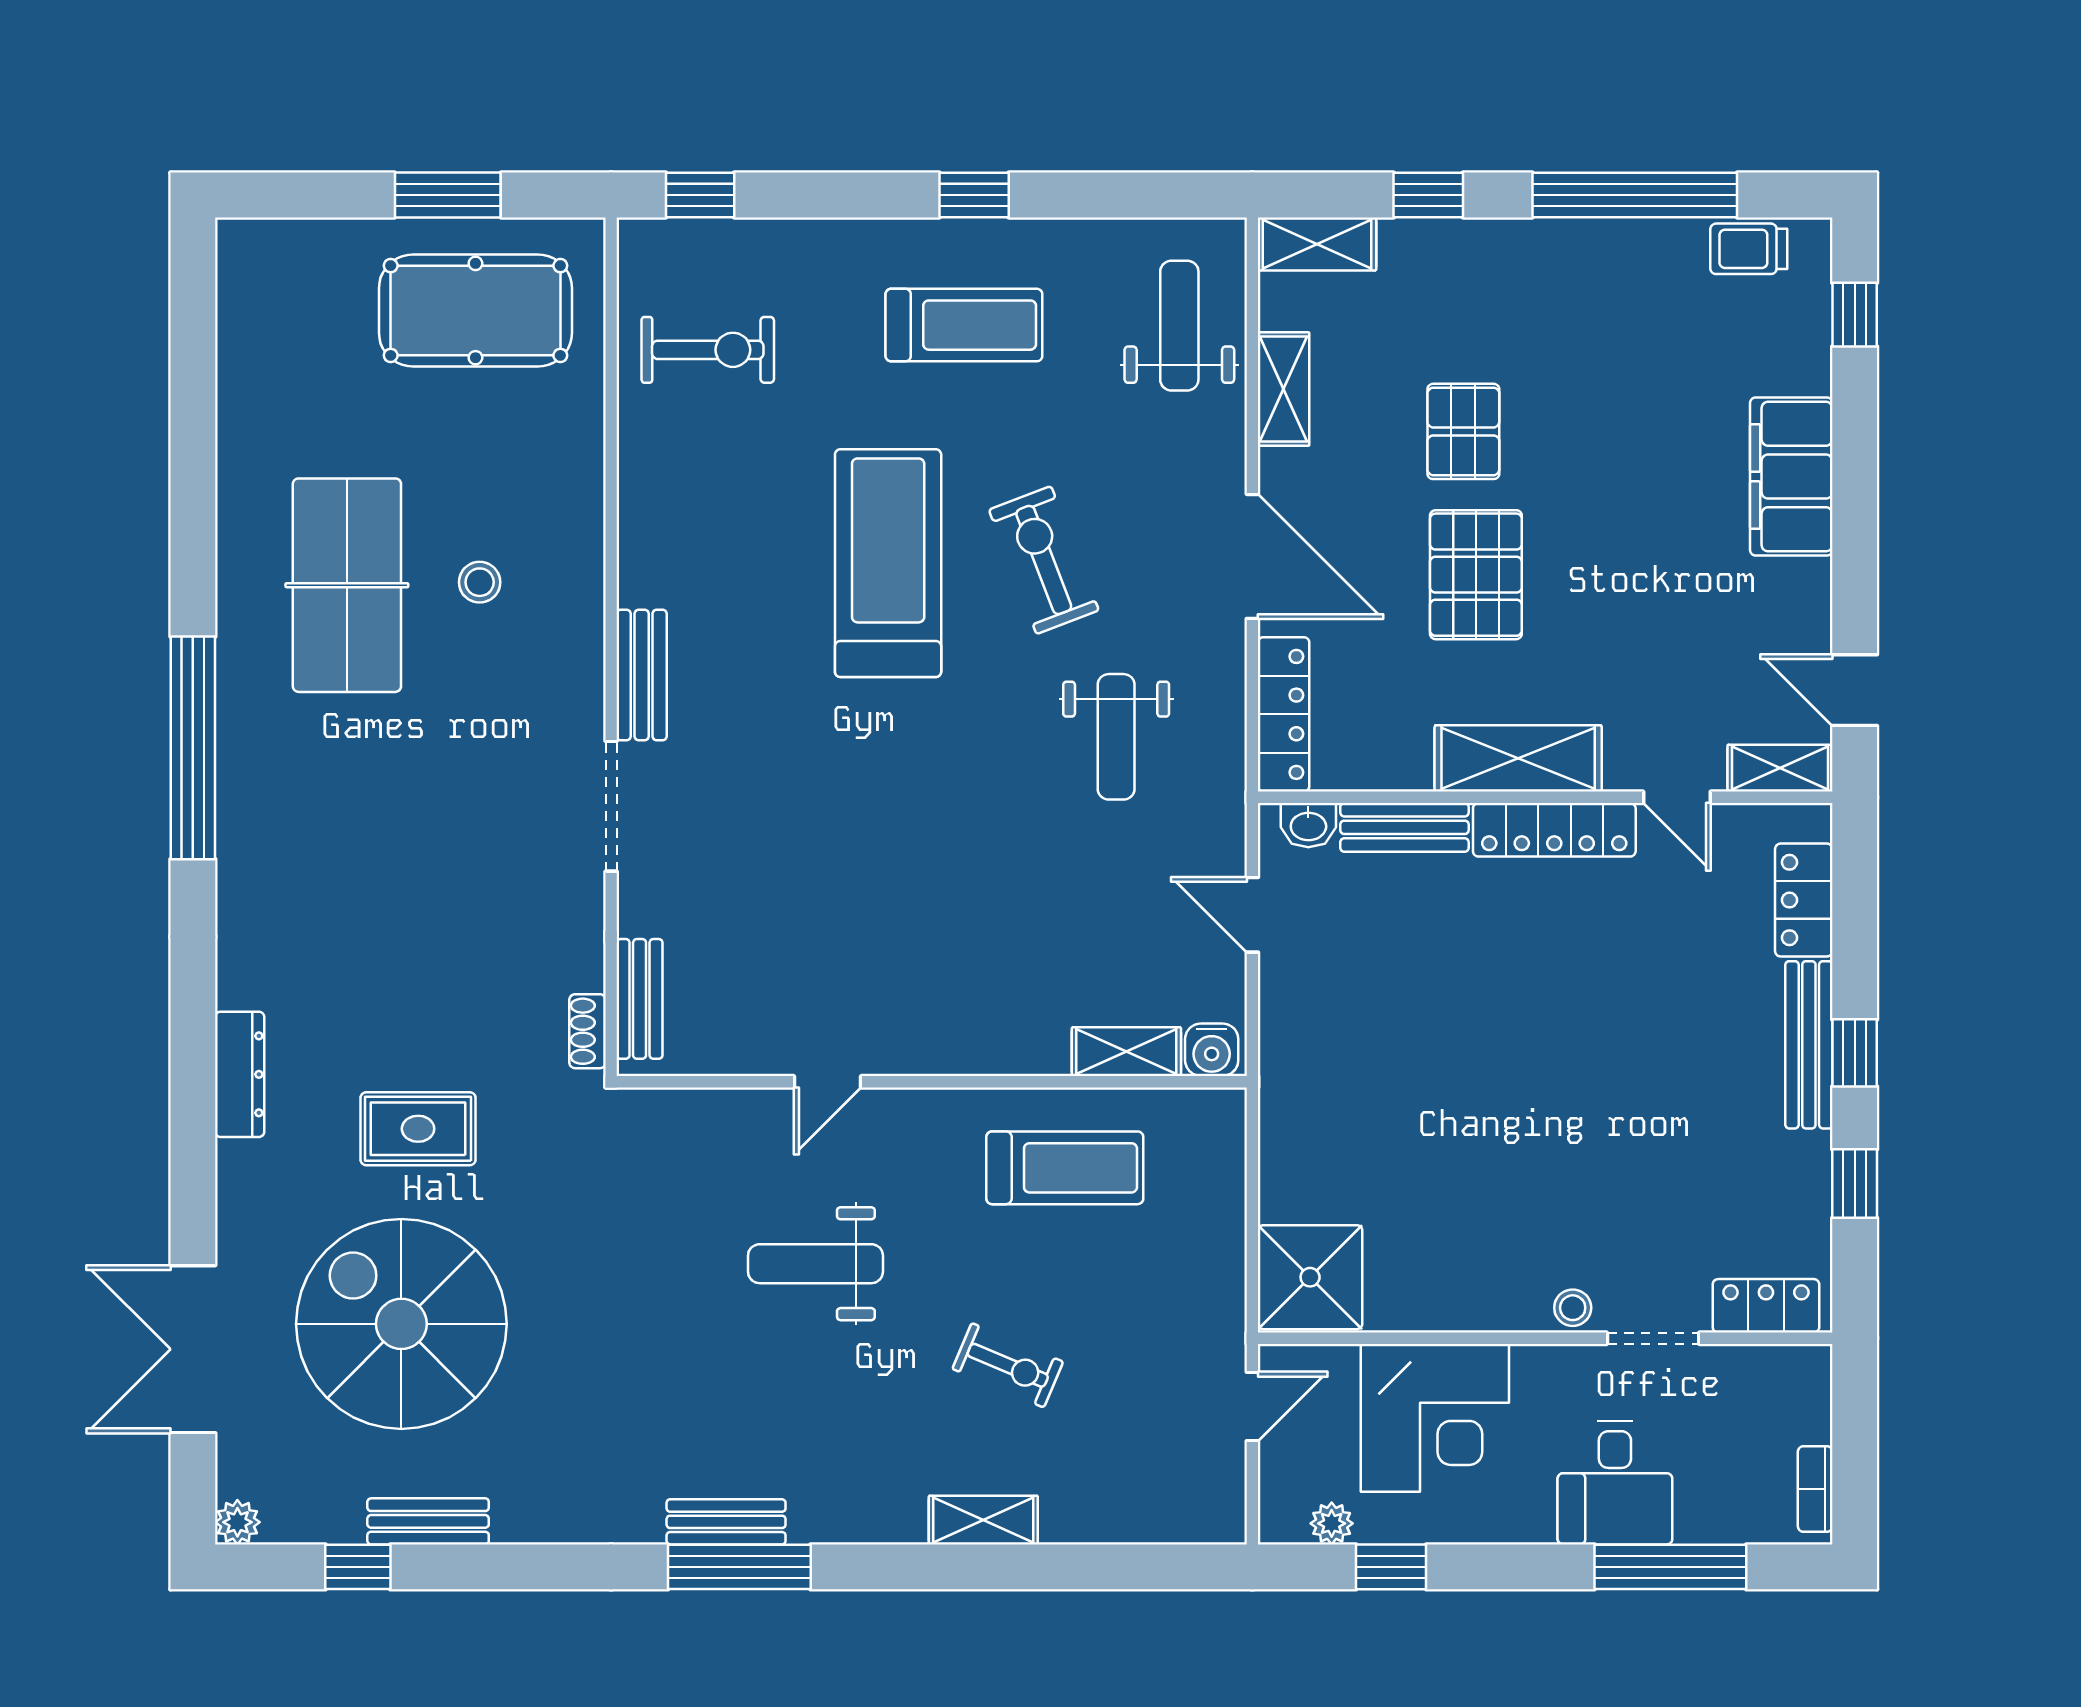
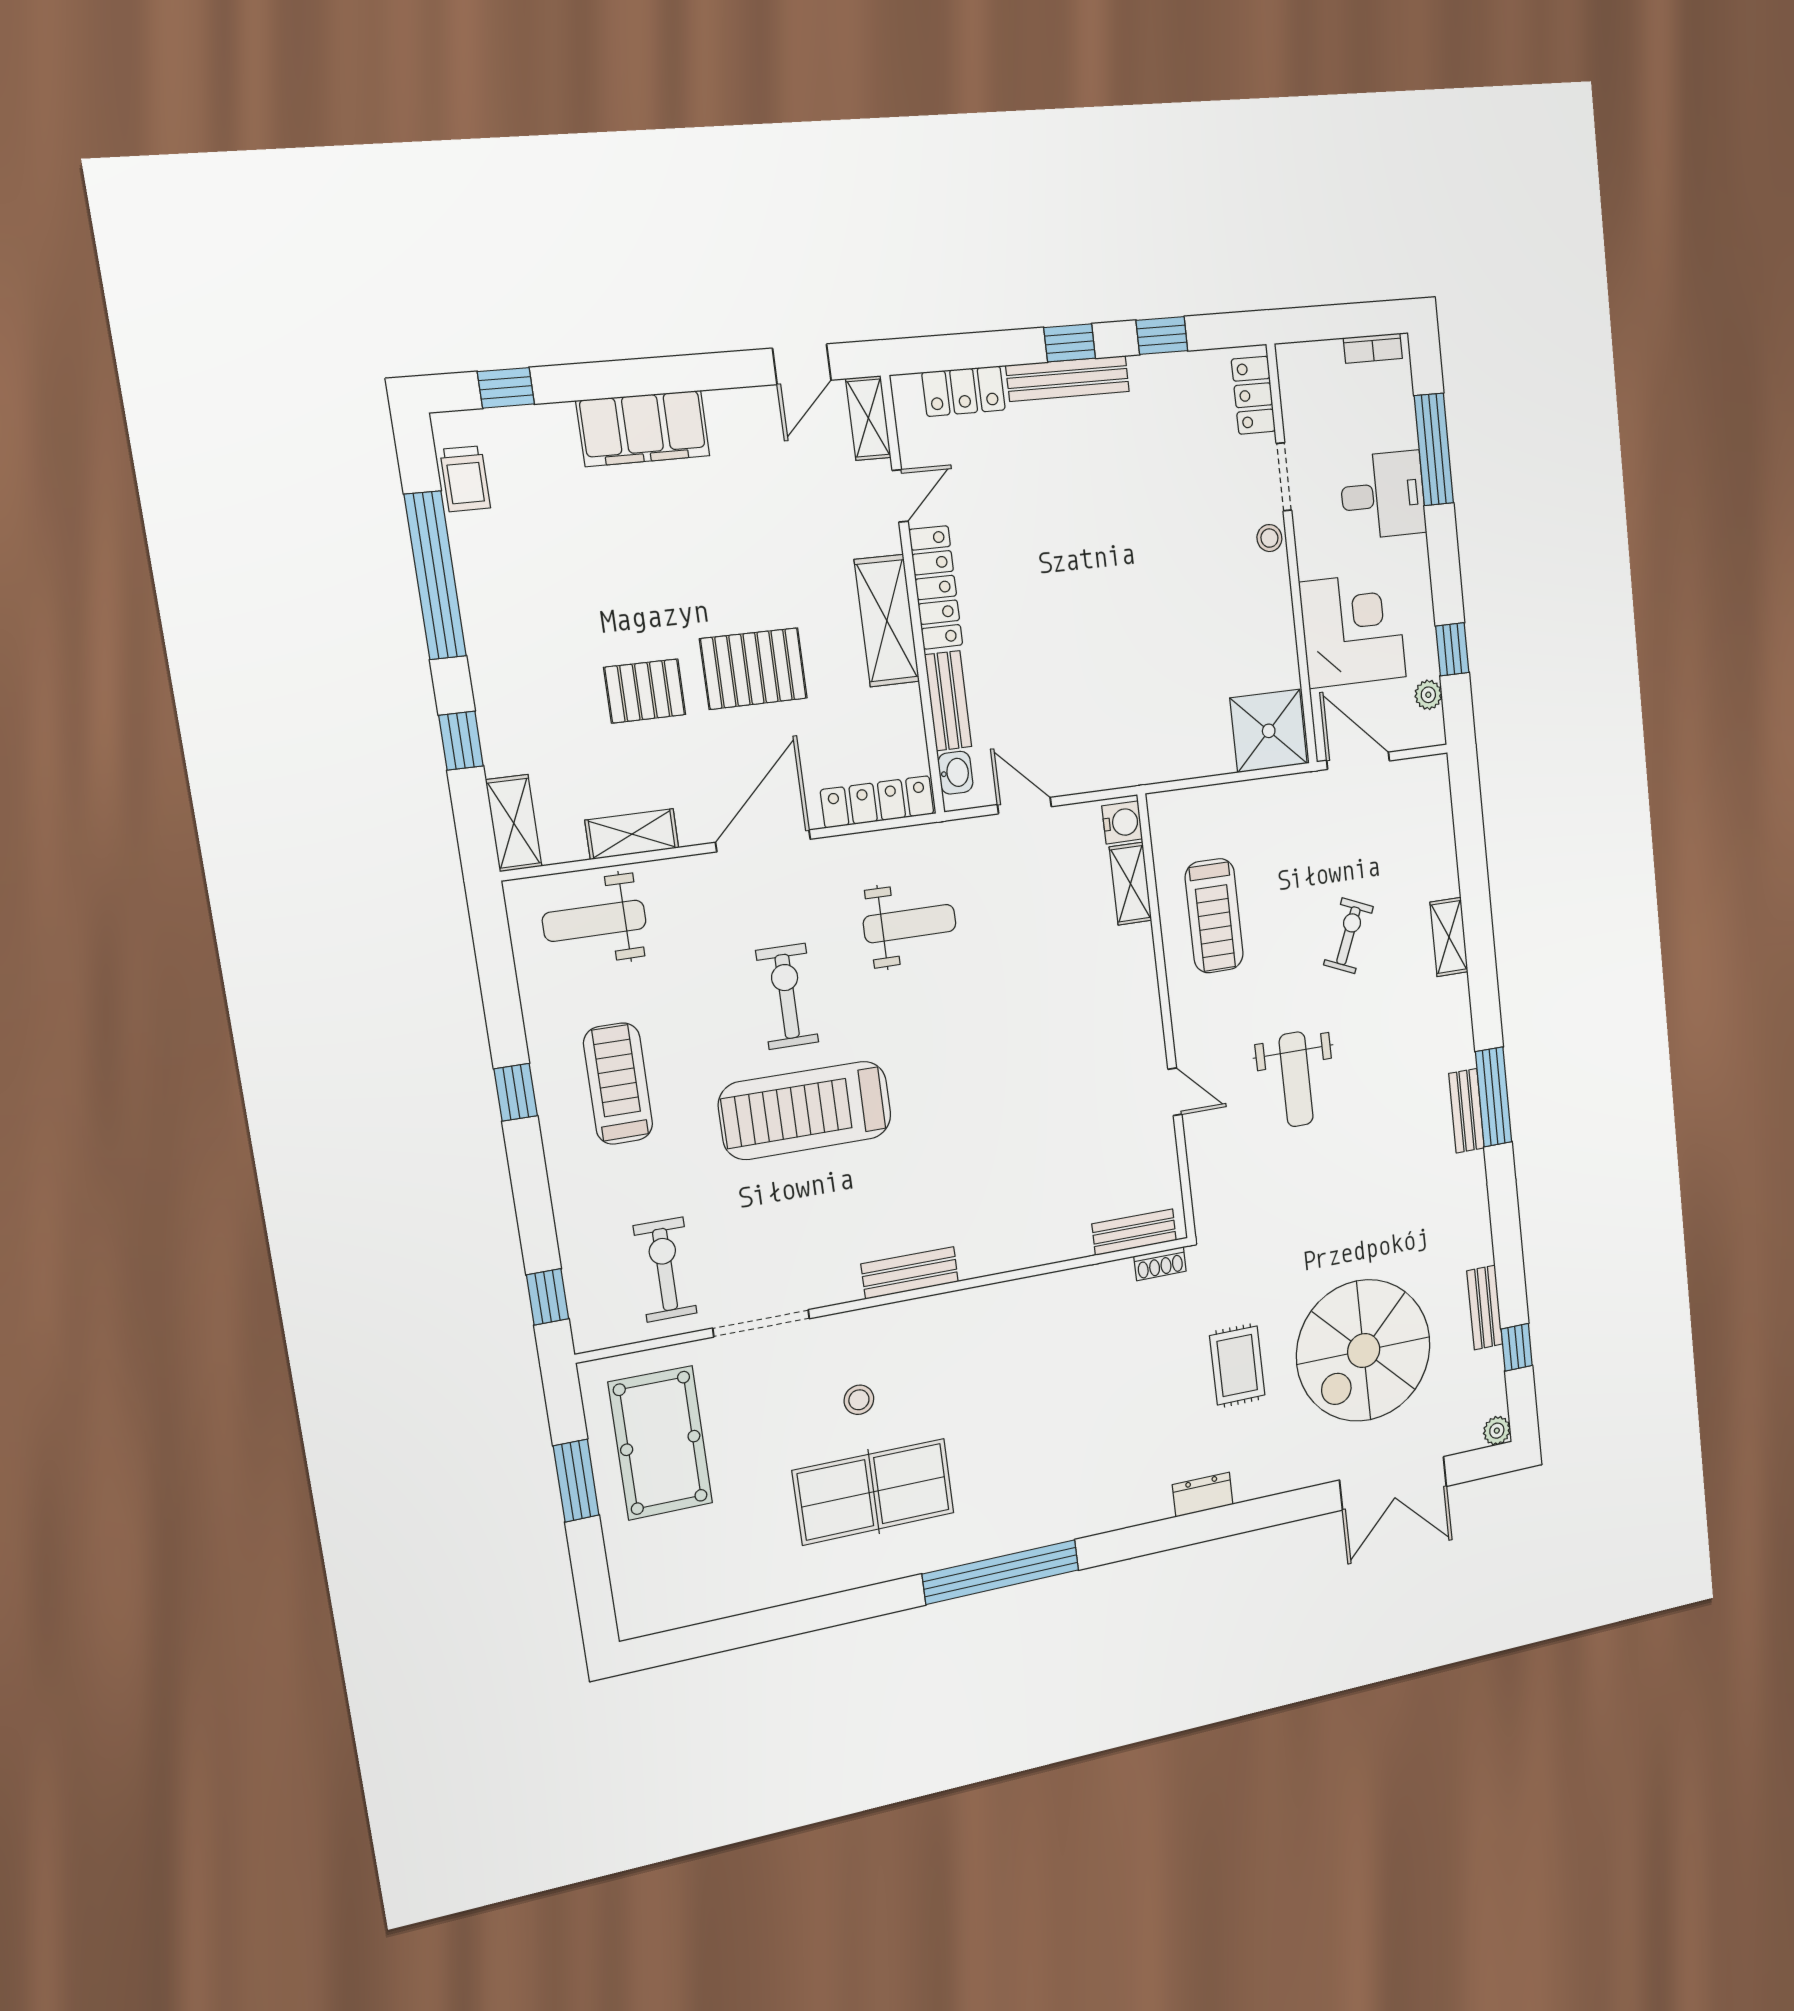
exercise bike: (1044, 560) -> (787, 996), turned 111
doorway: (611, 806) -> (761, 1323), moved
door: (1252, 915) -> (1024, 806), swing flipped
dresser: (240, 1074) -> (1203, 1495), width x0.70
treadmill: (1065, 1168) -> (1214, 916), turned 180
door: (1252, 1407) -> (1358, 761), width x1.38

